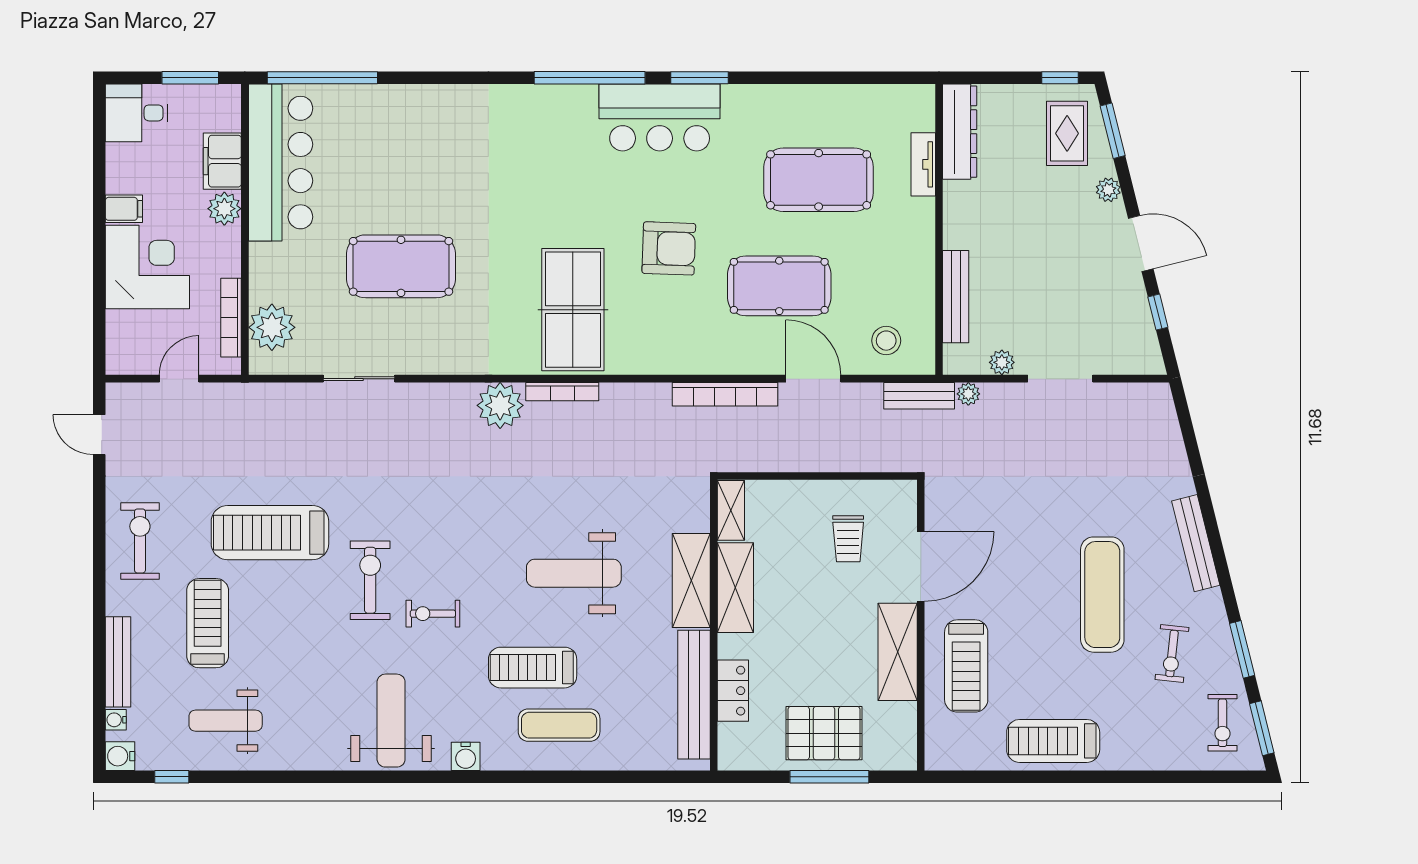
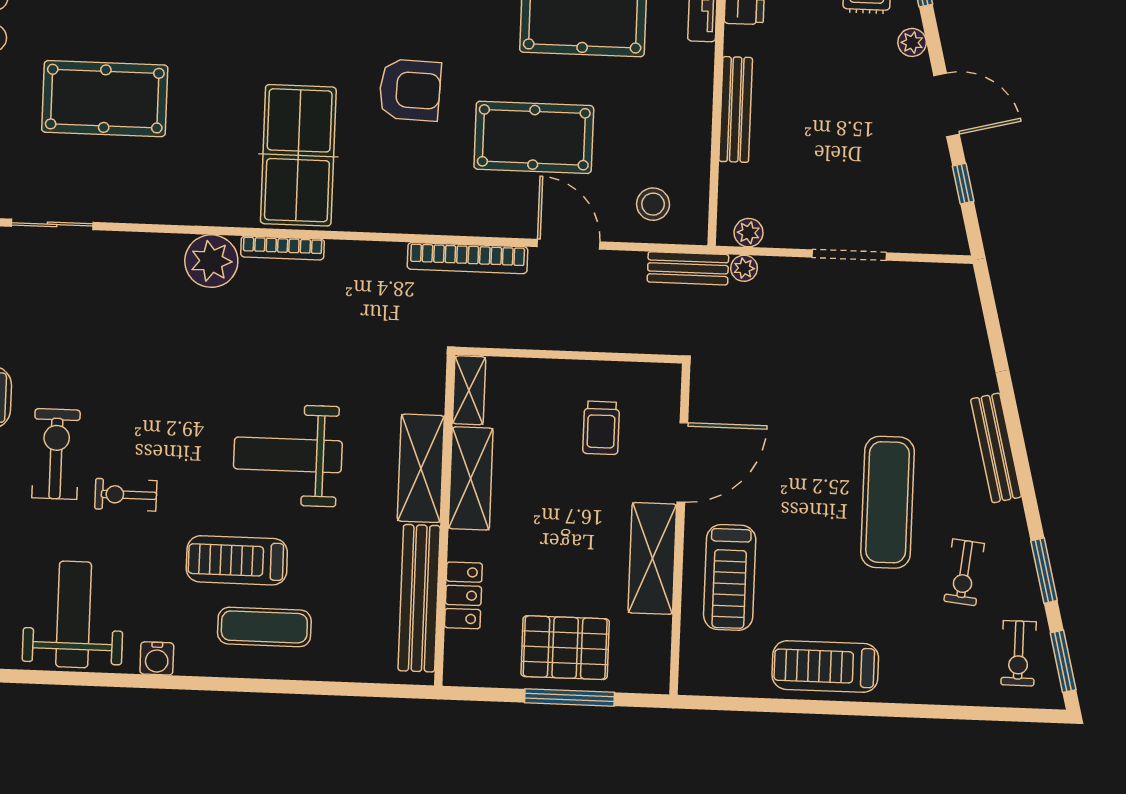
bench: (956, 297) -> (736, 109), moved
plant: (1002, 362) -> (749, 233), moved

